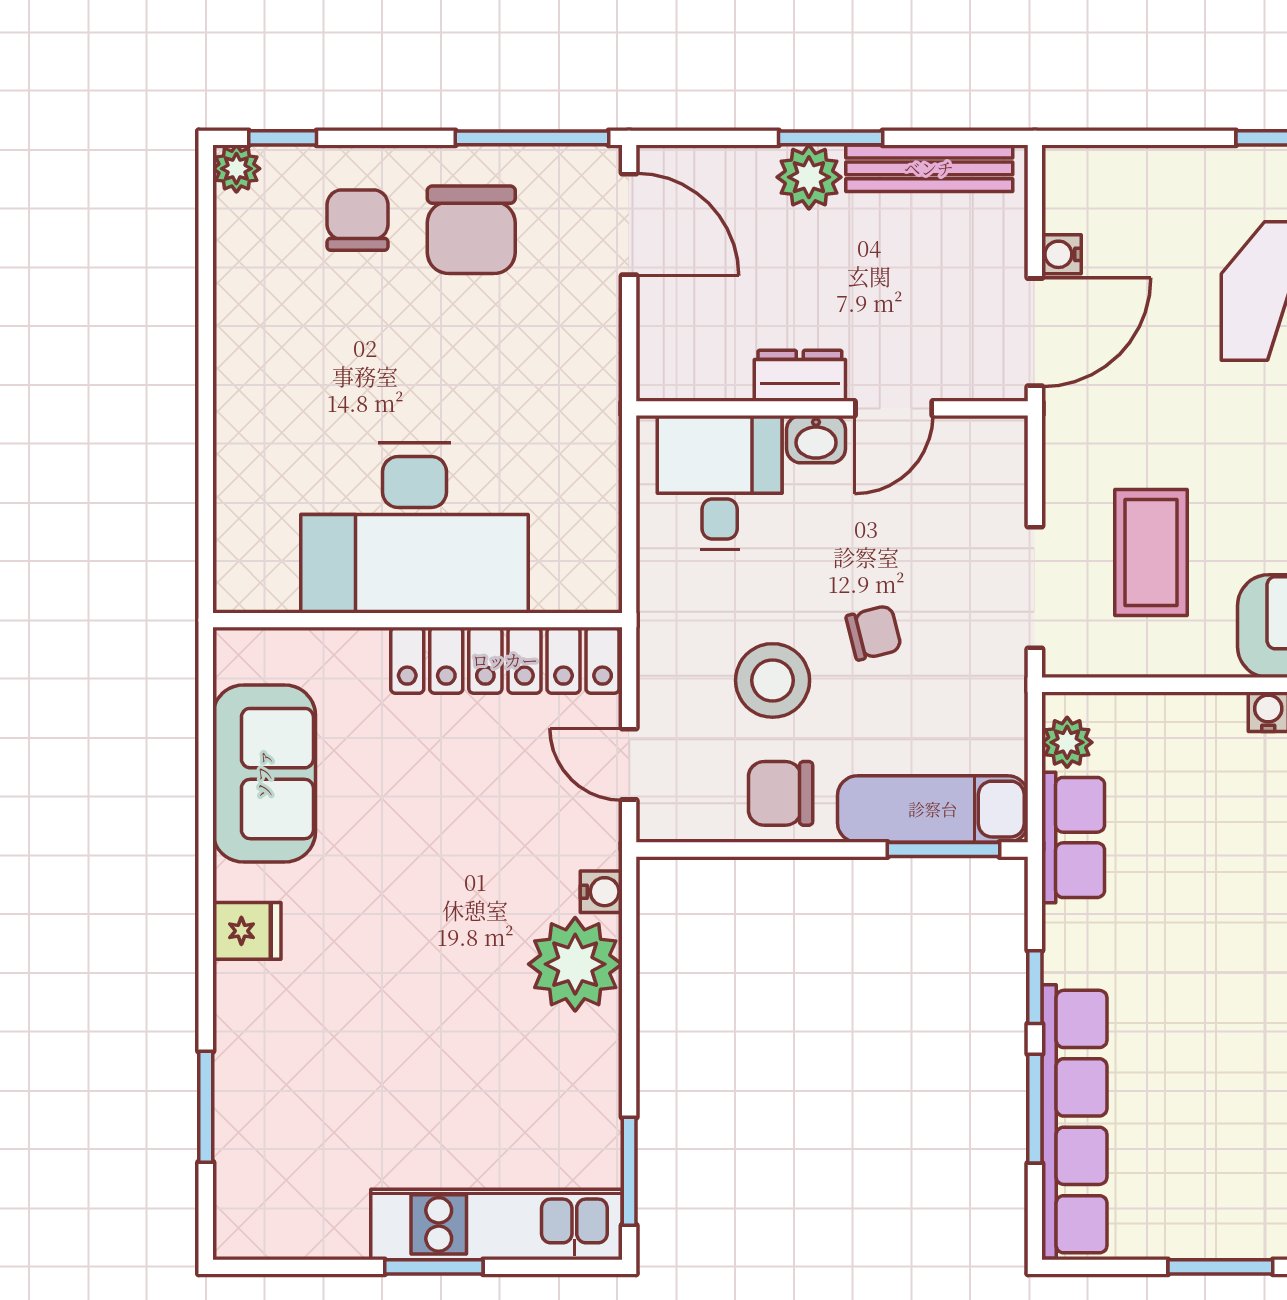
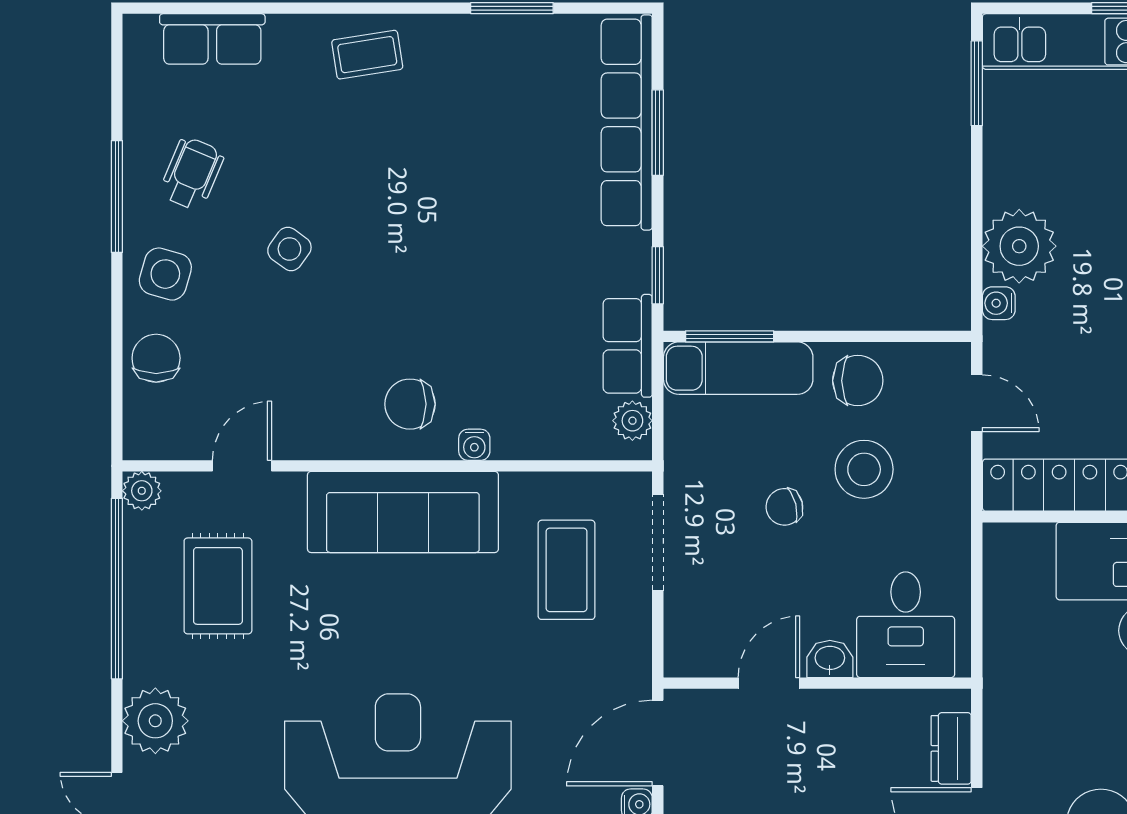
dresser: (800, 376) -> (951, 748), moved, turned 90
window: (1035, 987) -> (658, 275), moved

